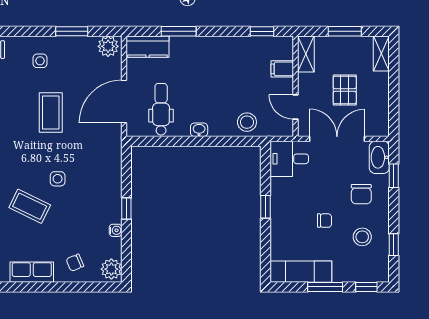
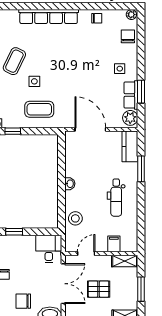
window: (262, 31) -> (141, 229), removed
row of seats: (76, 45) -> (131, 95), added
dental chair: (161, 109) -> (116, 198), moved, turned 90
coffee table: (51, 113) -> (39, 109), moved

